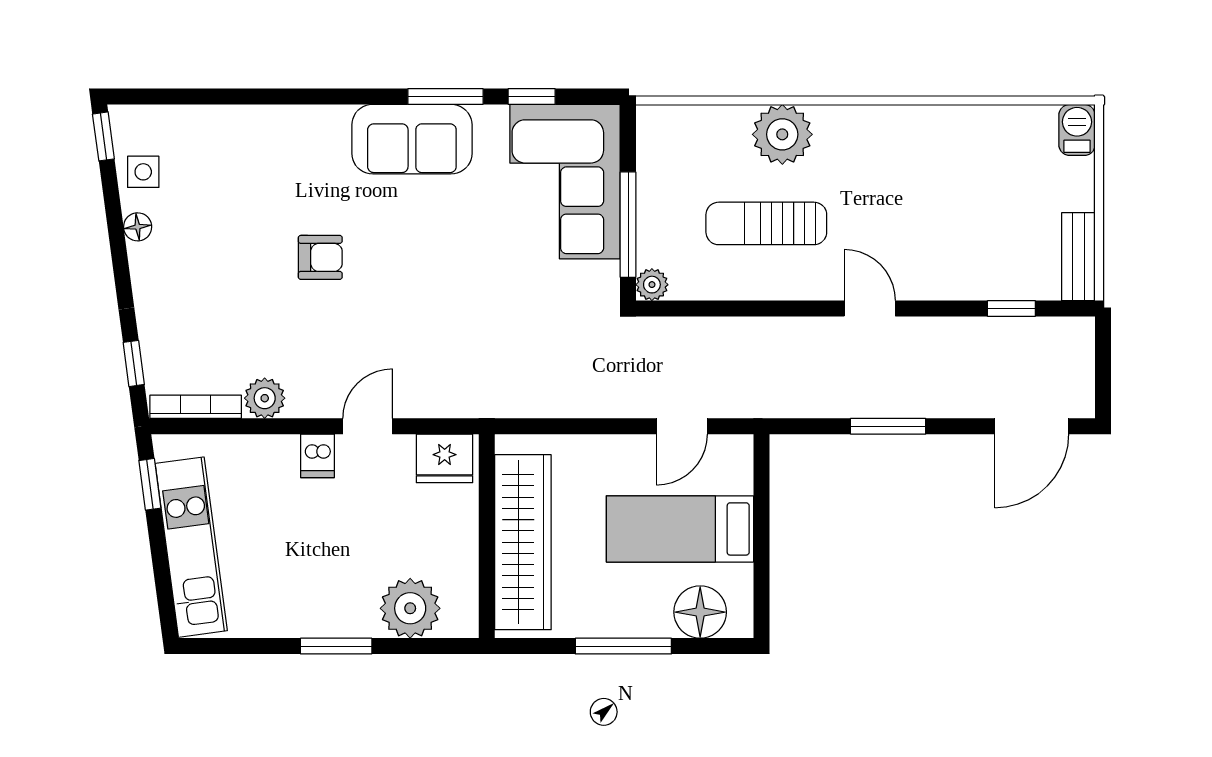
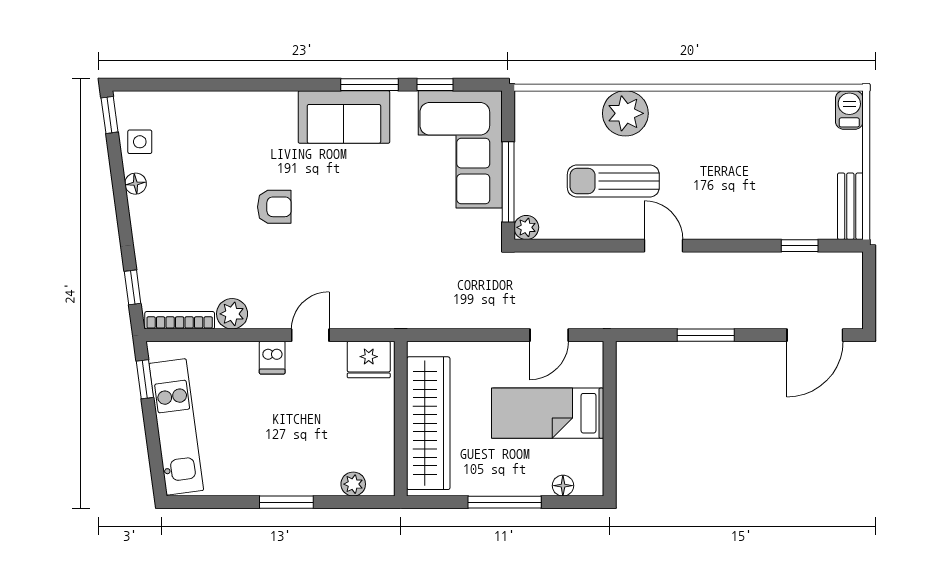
door: (870, 309) -> (664, 246), moved
plant: (410, 608) -> (353, 484), width x0.53, depth x0.53
floor lamp: (700, 612) -> (563, 486), width x0.53, depth x0.53

